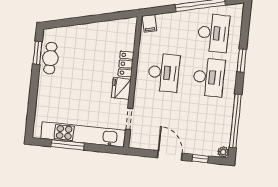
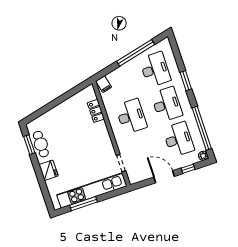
locker: (126, 64) -> (96, 111), moved
fridge: (121, 88) -> (49, 170), moved, turned 180
desk: (204, 121) -> (178, 139), added

